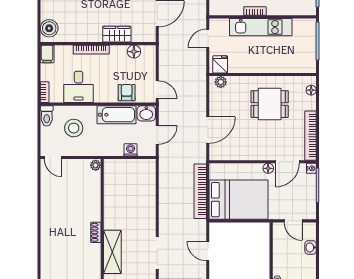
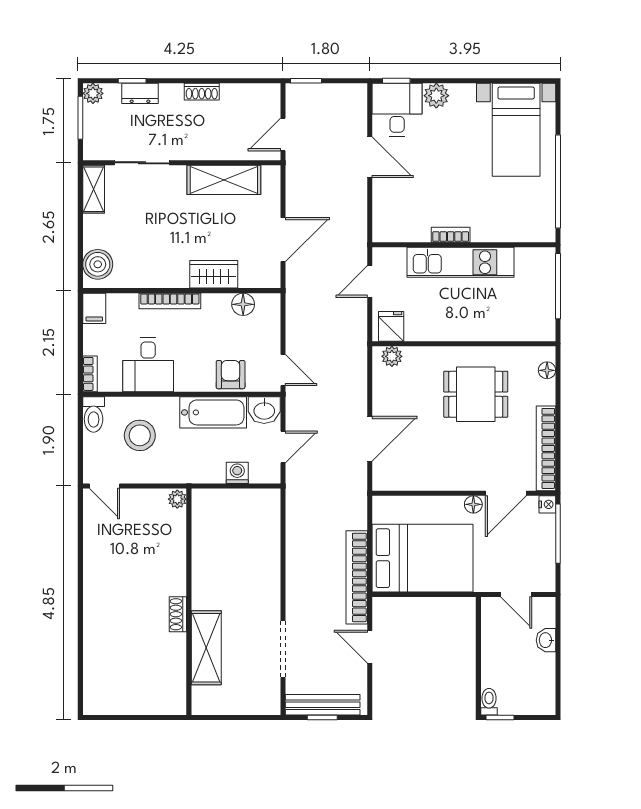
bookcase: (200, 191) -> (357, 577), moved

